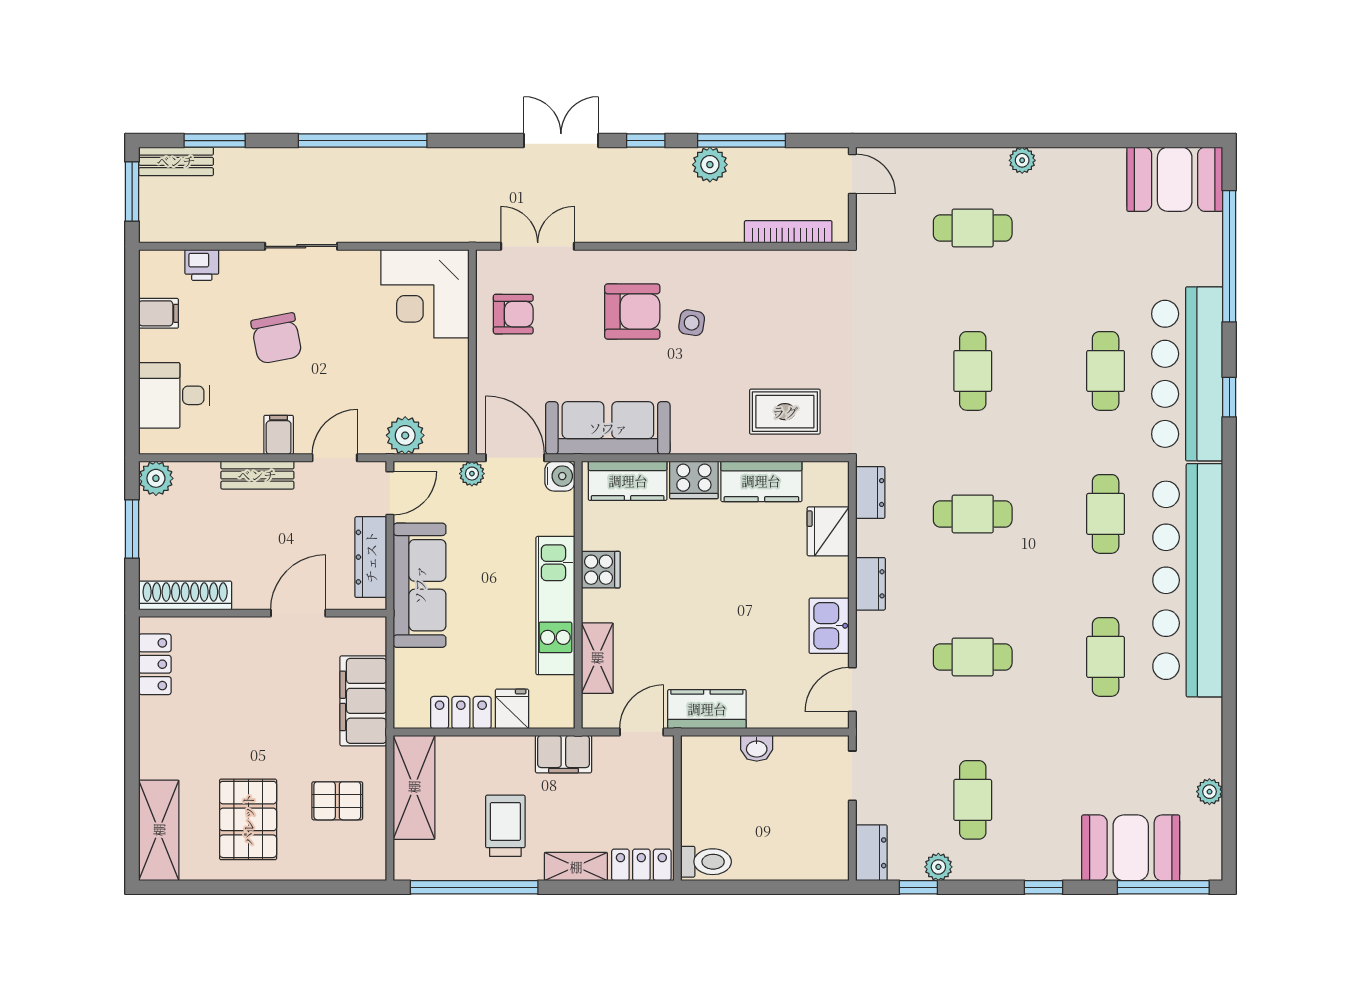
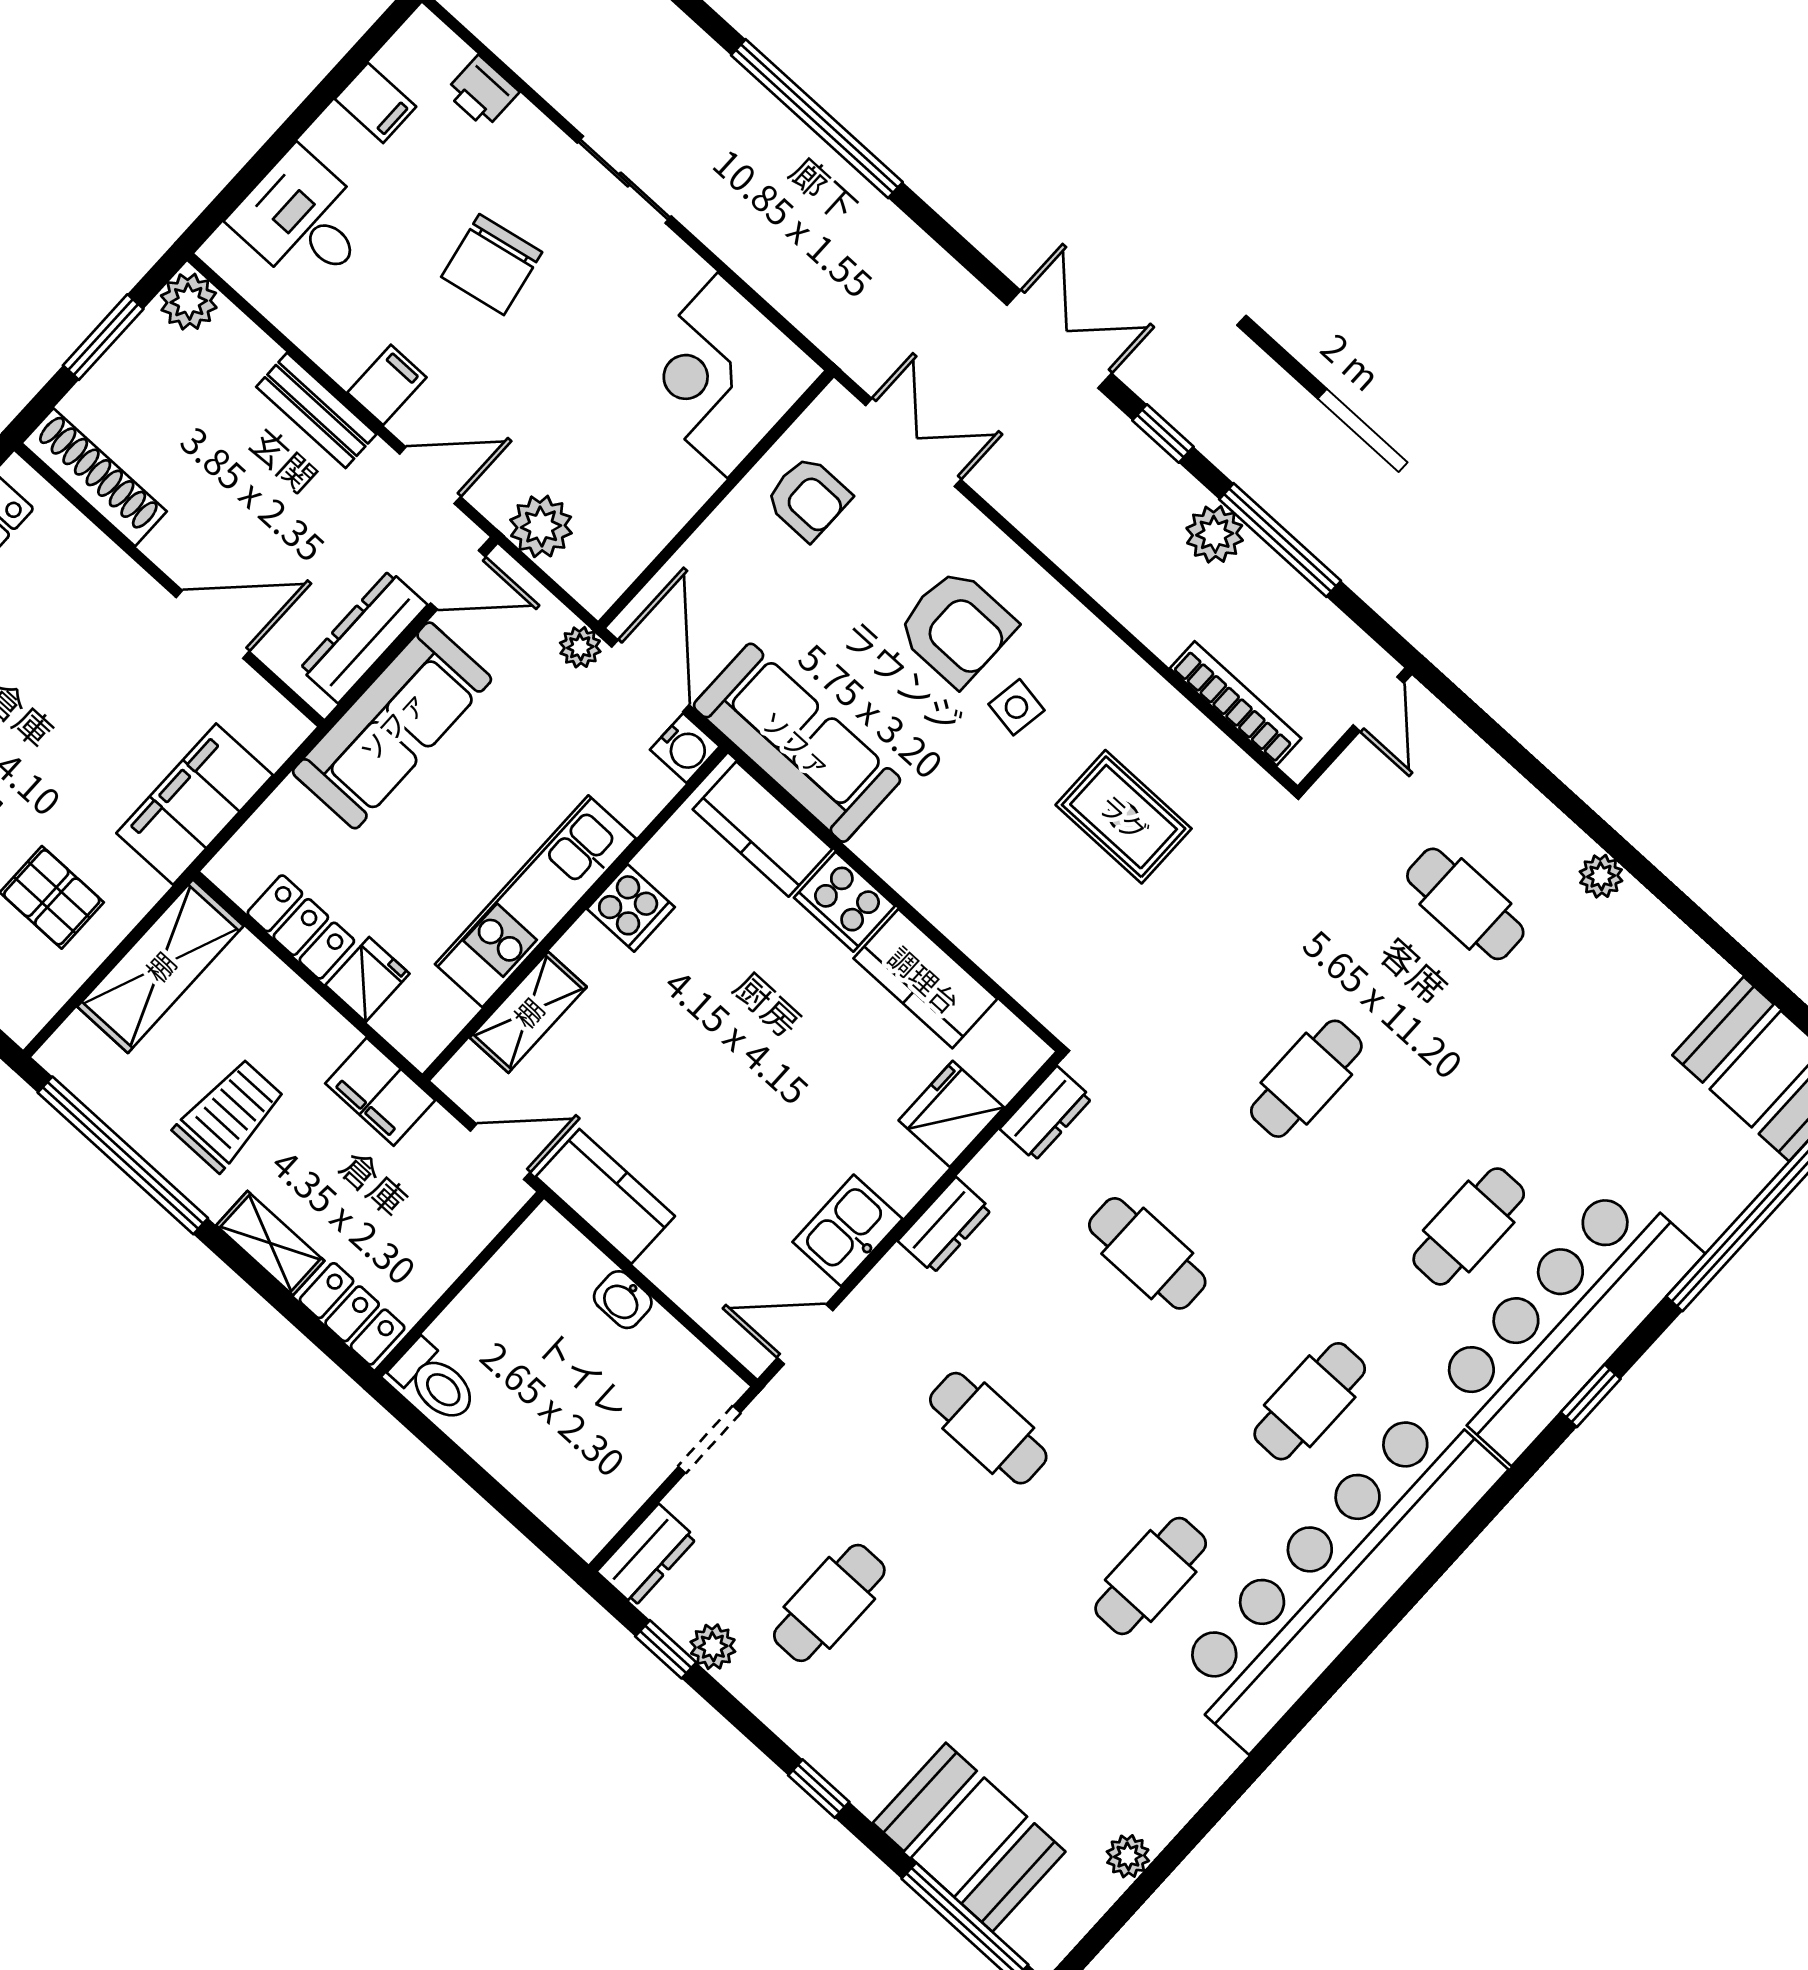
rug: (785, 412) -> (1124, 817), moved

